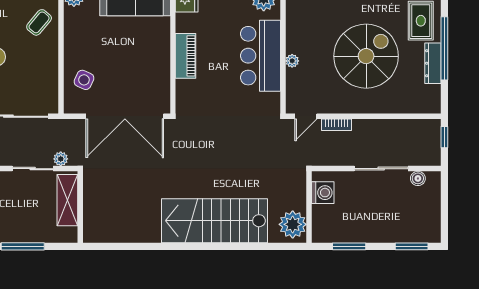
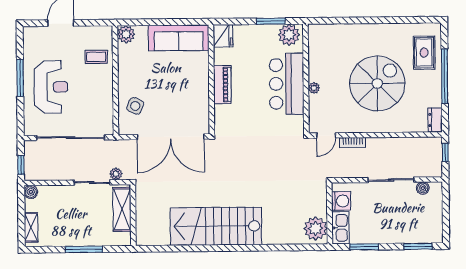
coffee table: (39, 22) -> (96, 57), turned 50
dresser: (433, 63) -> (435, 120), moved, width x0.70
stairs: (214, 221) -> (216, 226), moved
kitchen sink: (322, 224) -> (340, 228), added

